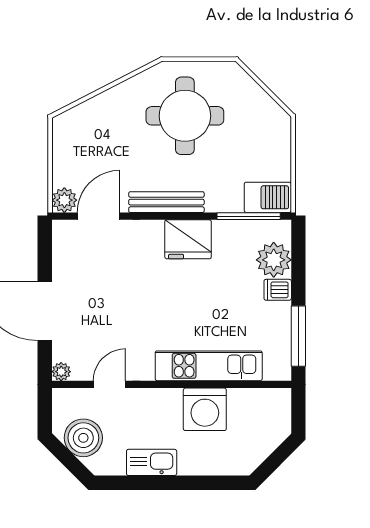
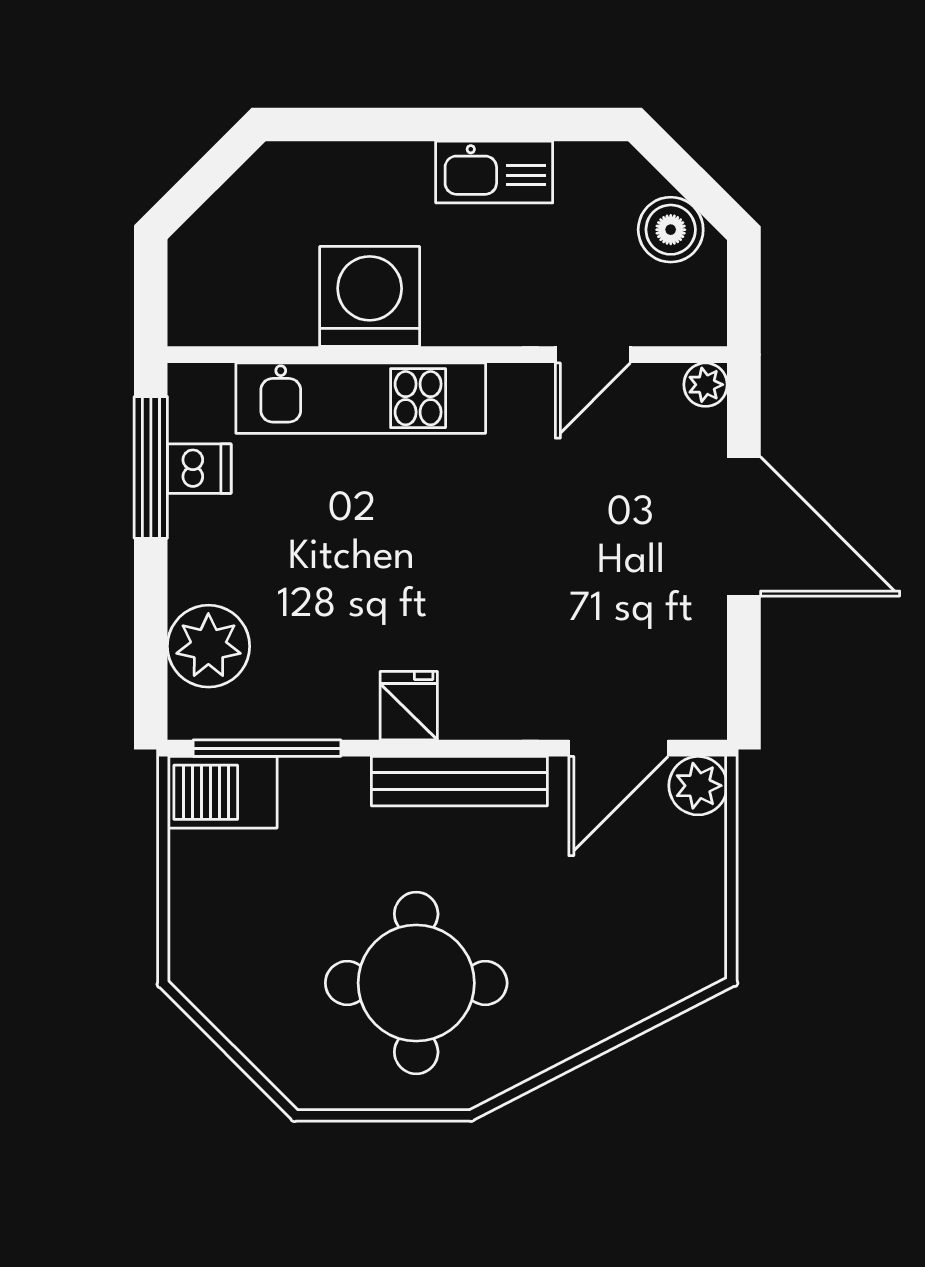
fridge: (188, 239) -> (409, 706), width x0.53, depth x0.75
dishwasher: (278, 290) -> (199, 469), moved
boiler: (83, 438) -> (671, 230), width x0.73, depth x0.73

